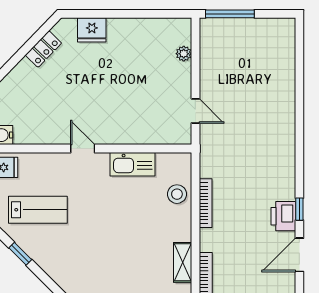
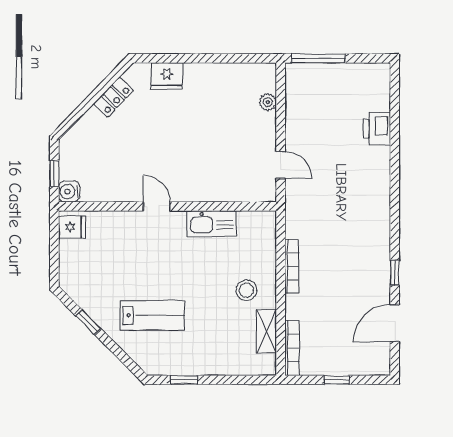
stool: (177, 194) -> (246, 290), moved
lab bench: (38, 210) -> (152, 315), moved
printer: (283, 216) -> (377, 129), moved

